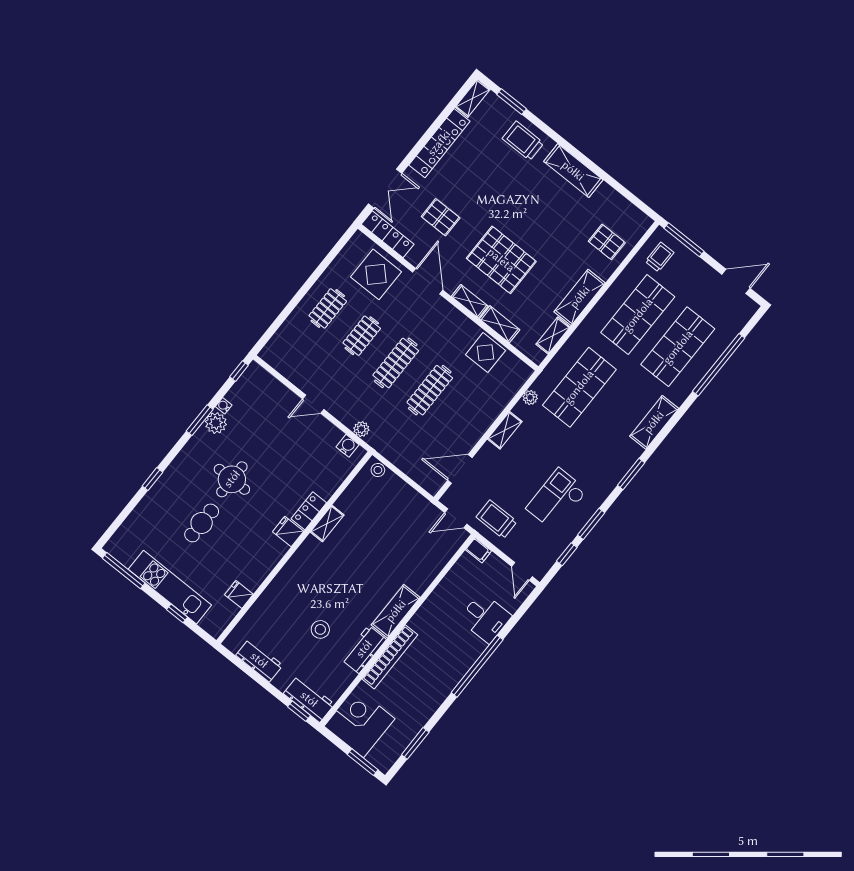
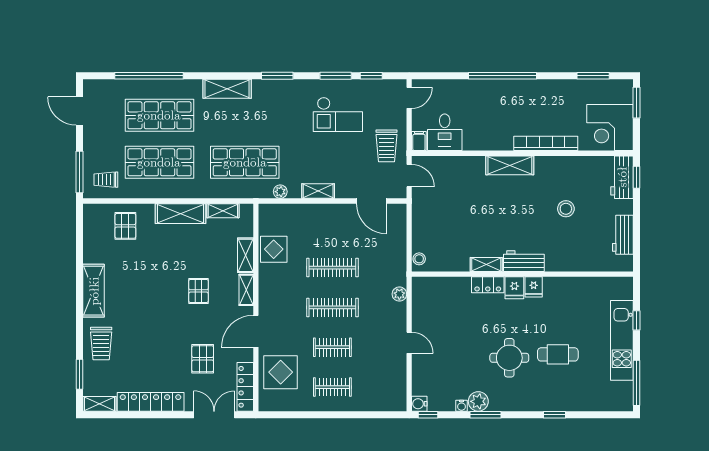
pallet: (501, 260) -> (199, 291), width x0.49, depth x0.50
water cooler: (347, 446) -> (419, 404), moved
fridge: (239, 594) -> (534, 287), moved
desk: (485, 618) -> (445, 132), moved, turned 180
workbench: (364, 649) -> (524, 261), moved, turned 180

